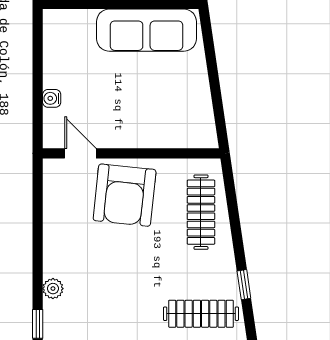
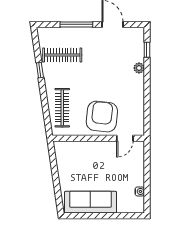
water cooler: (52, 98) -> (140, 191), moved
door: (80, 153) -> (125, 138), hinge flipped

